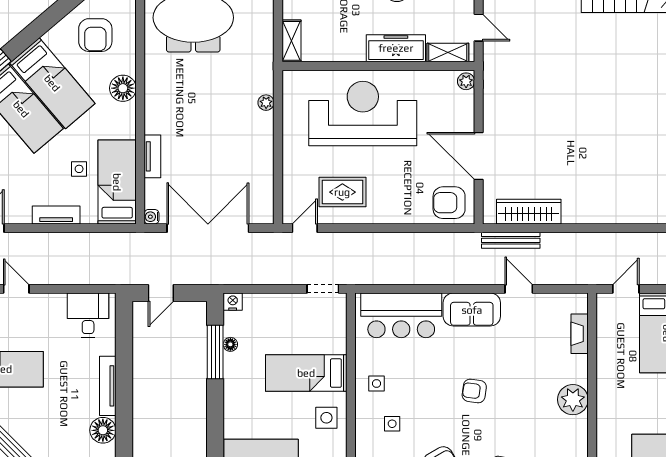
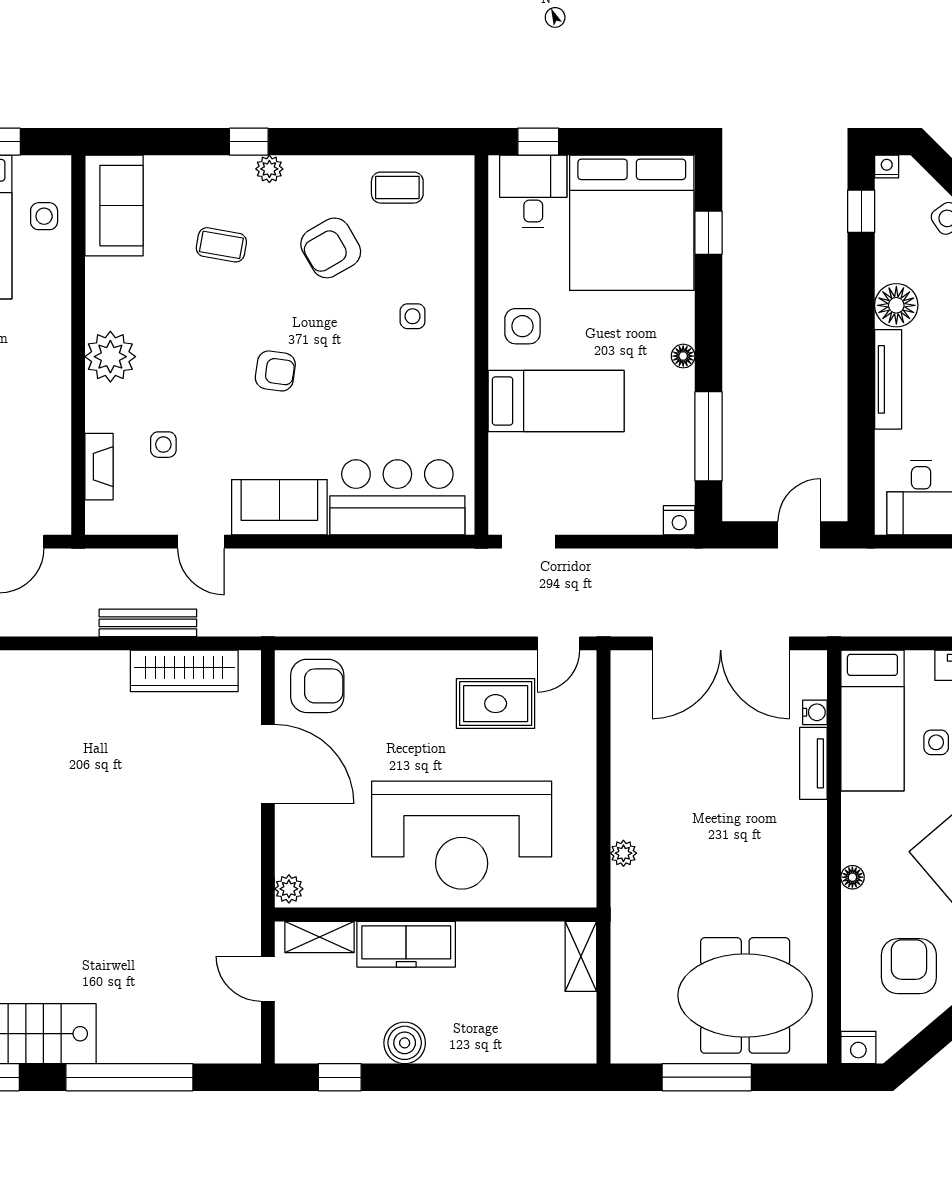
floor lamp: (123, 88) -> (852, 877), width x0.53, depth x0.53
water cooler: (152, 217) -> (815, 712), moved
bench: (511, 240) -> (148, 623), moved
floor lamp: (230, 344) -> (683, 356), moved
side table: (377, 383) -> (163, 445), moved

